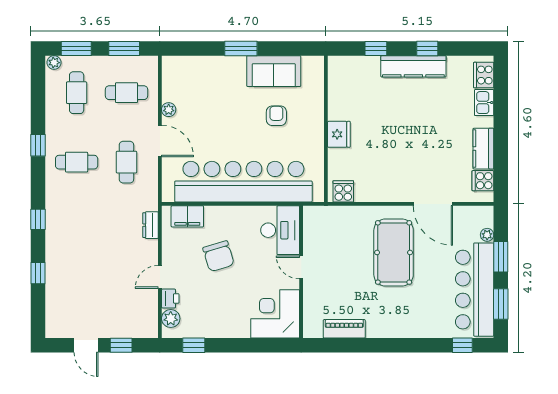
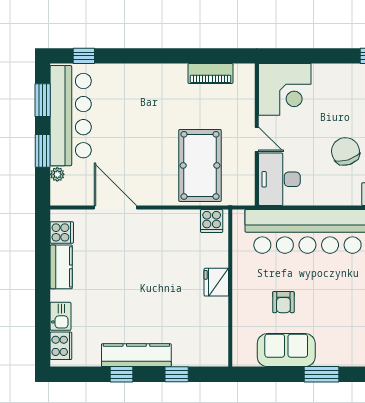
pool table: (394, 252) -> (200, 165), moved

